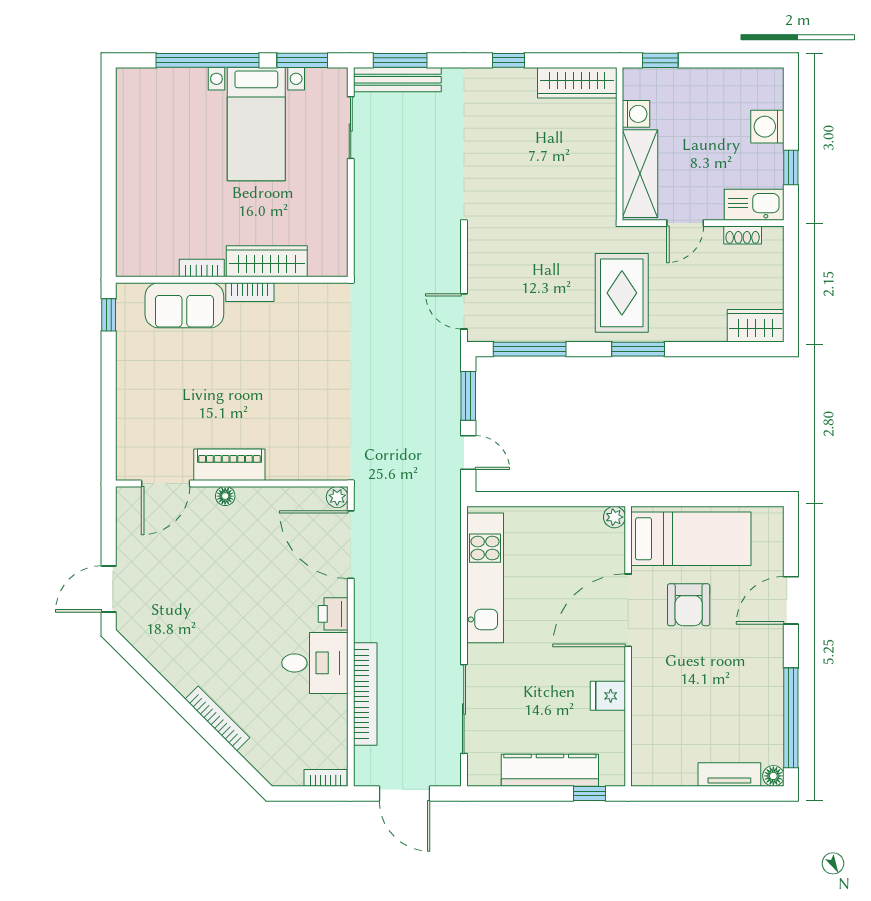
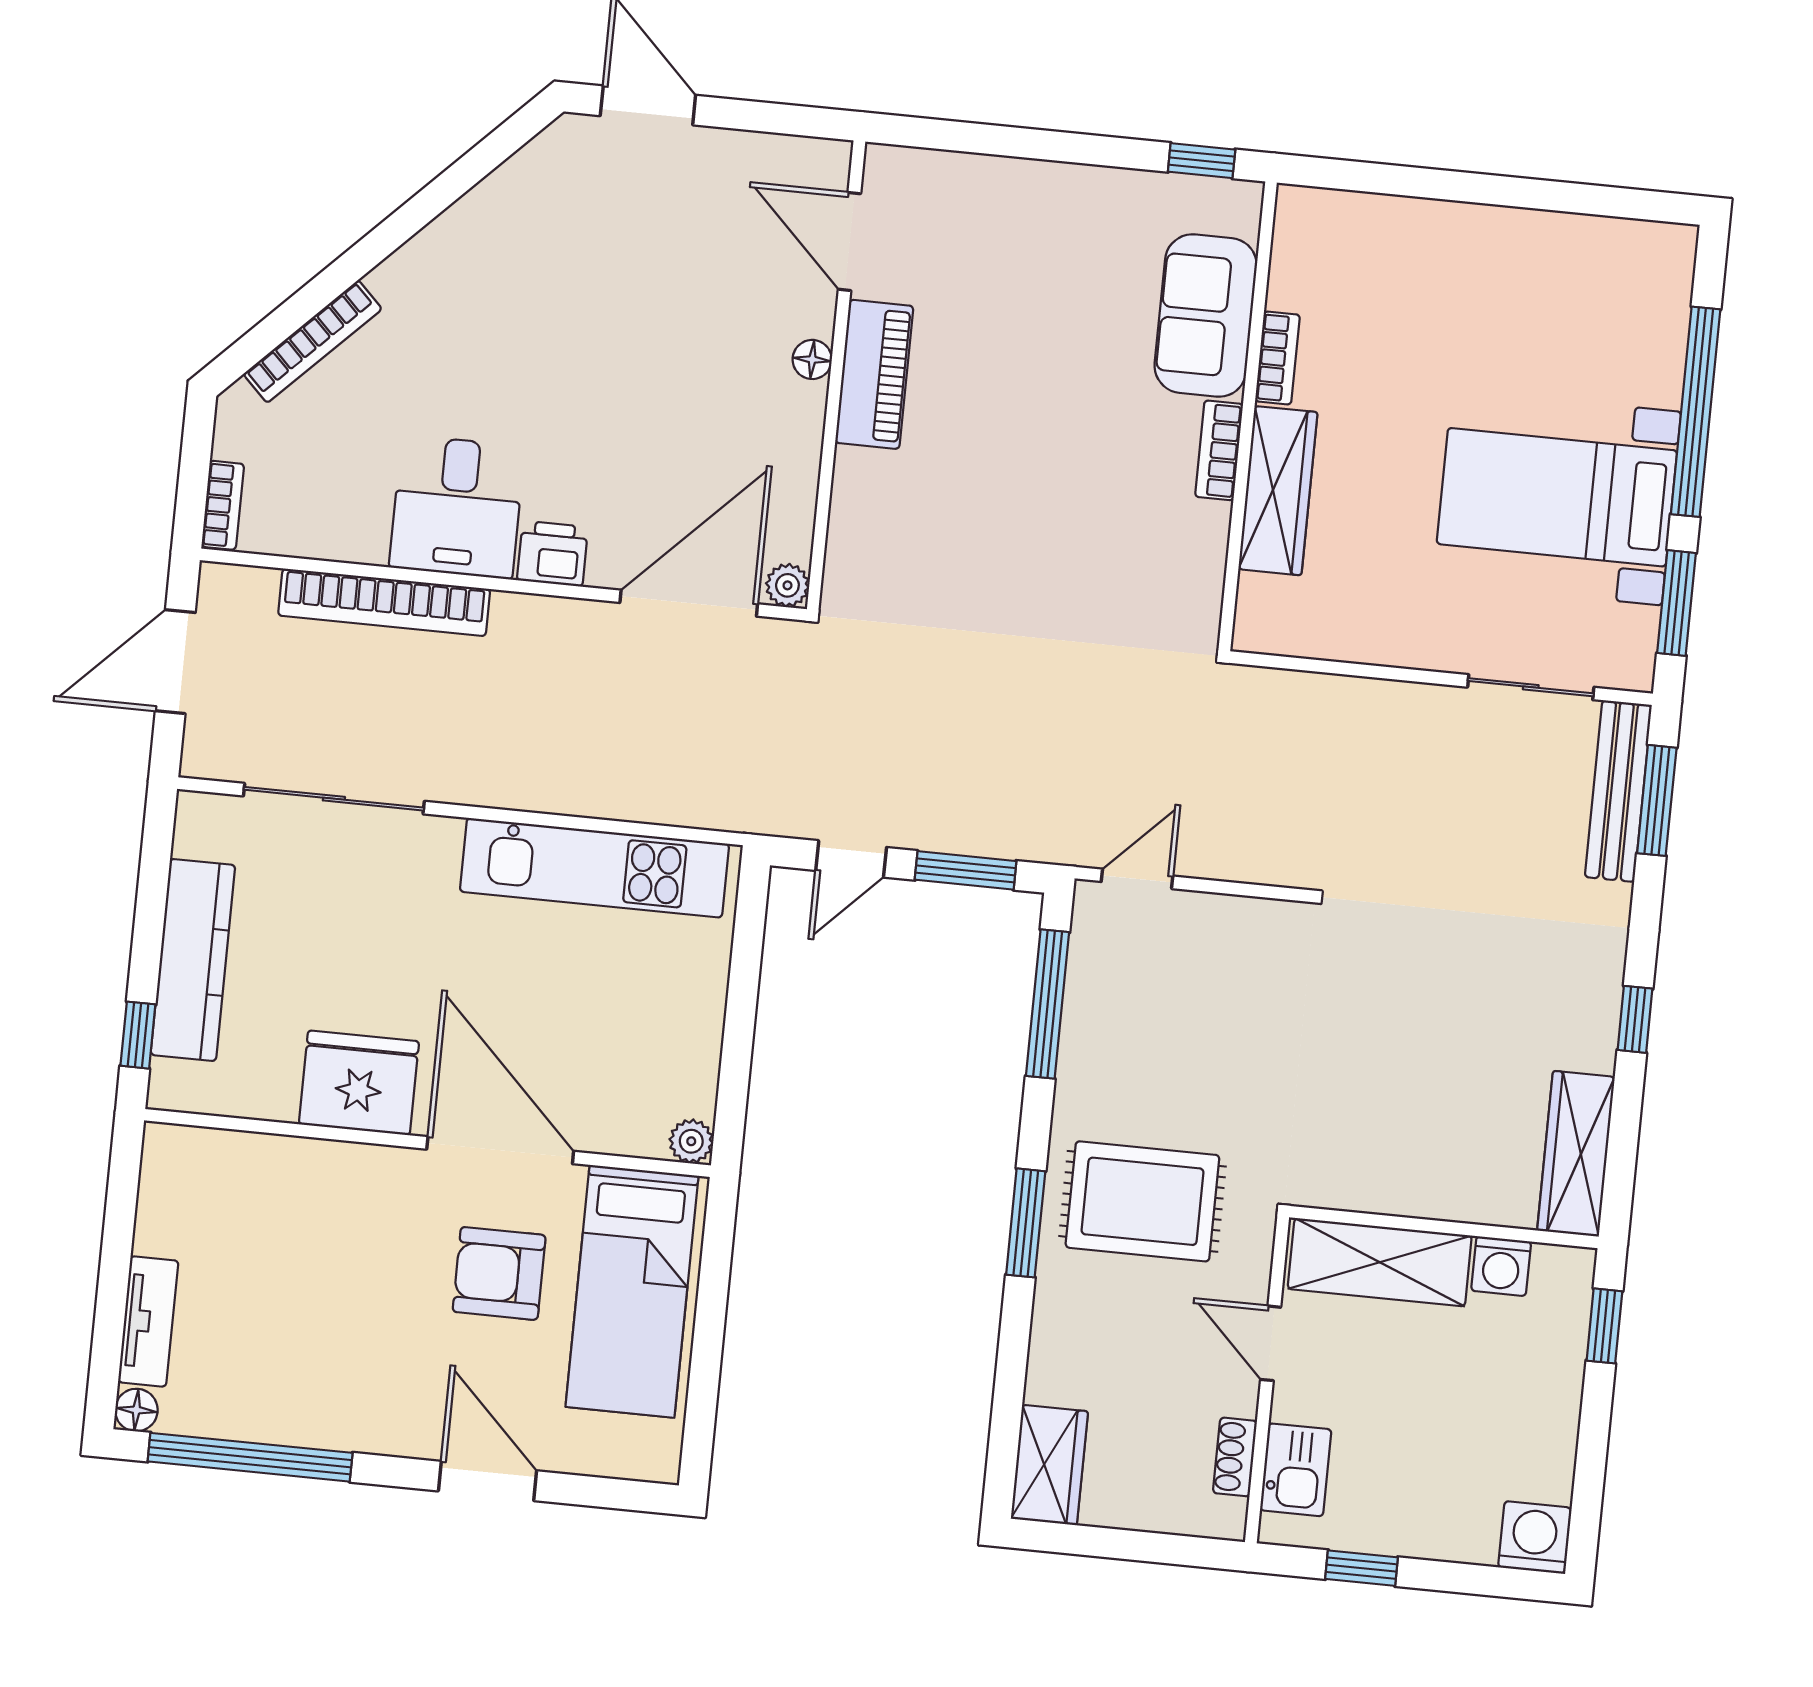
washing machine: (767, 127) -> (1534, 1537), moved
kitchen sink: (754, 205) -> (1296, 1470), width x0.73
fridge: (608, 696) -> (359, 1083), width x1.88, depth x1.34
bookcase: (217, 718) -> (313, 341), moved

